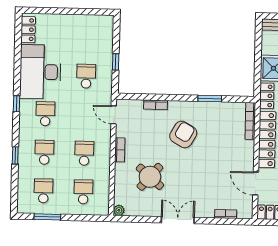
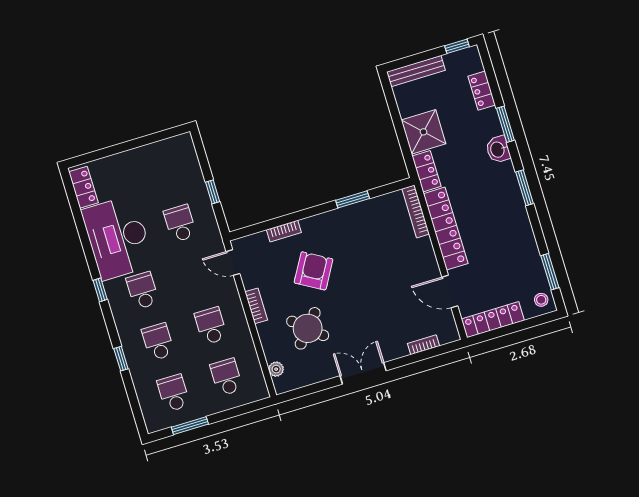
armchair: (183, 134) -> (314, 271), moved
plant: (119, 210) -> (276, 369), moved

